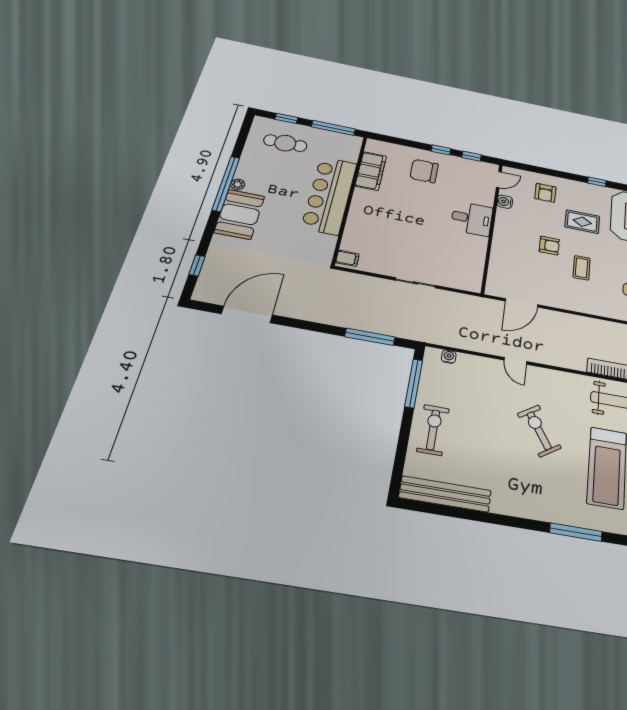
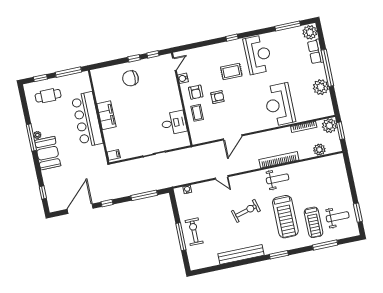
filing cabinet: (371, 171) -> (106, 115), moved
window: (226, 184) -> (31, 137), width x0.68
armchair: (545, 193) -> (196, 92), moved
desk: (472, 219) -> (174, 123), moved
coffee table: (582, 268) -> (197, 113), moved
door: (521, 303) -> (233, 137), moved
window: (299, 324) -> (107, 203), added
window: (414, 383) -> (181, 237), moved
exercise bike: (539, 431) -> (246, 211), turned 108
bench: (445, 494) -> (241, 254), moved
window: (576, 532) -> (279, 255), width x0.69

